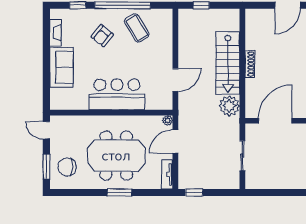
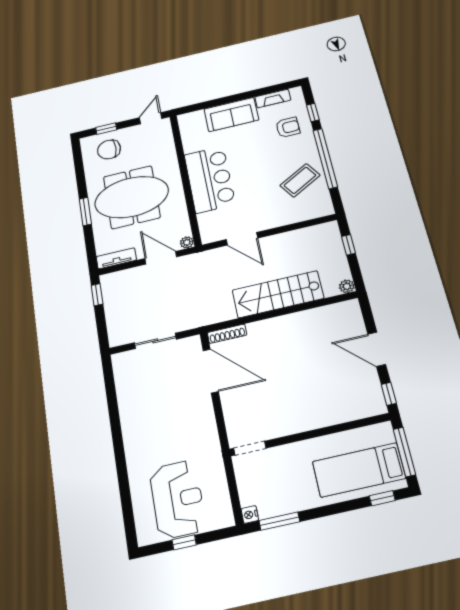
armchair: (102, 36) -> (288, 127), moved, turned 140
shoe rack: (250, 64) -> (227, 334), moved
plant: (229, 106) -> (347, 286), moved, width x0.53, depth x0.53
meeting table: (116, 156) -> (132, 197), turned 90
window: (46, 167) -> (106, 129), width x0.67
chair: (67, 167) -> (109, 149), turned -90

